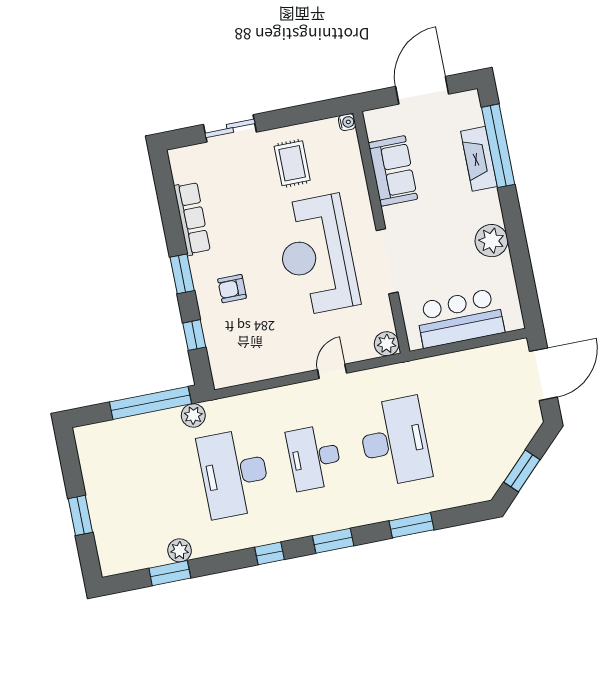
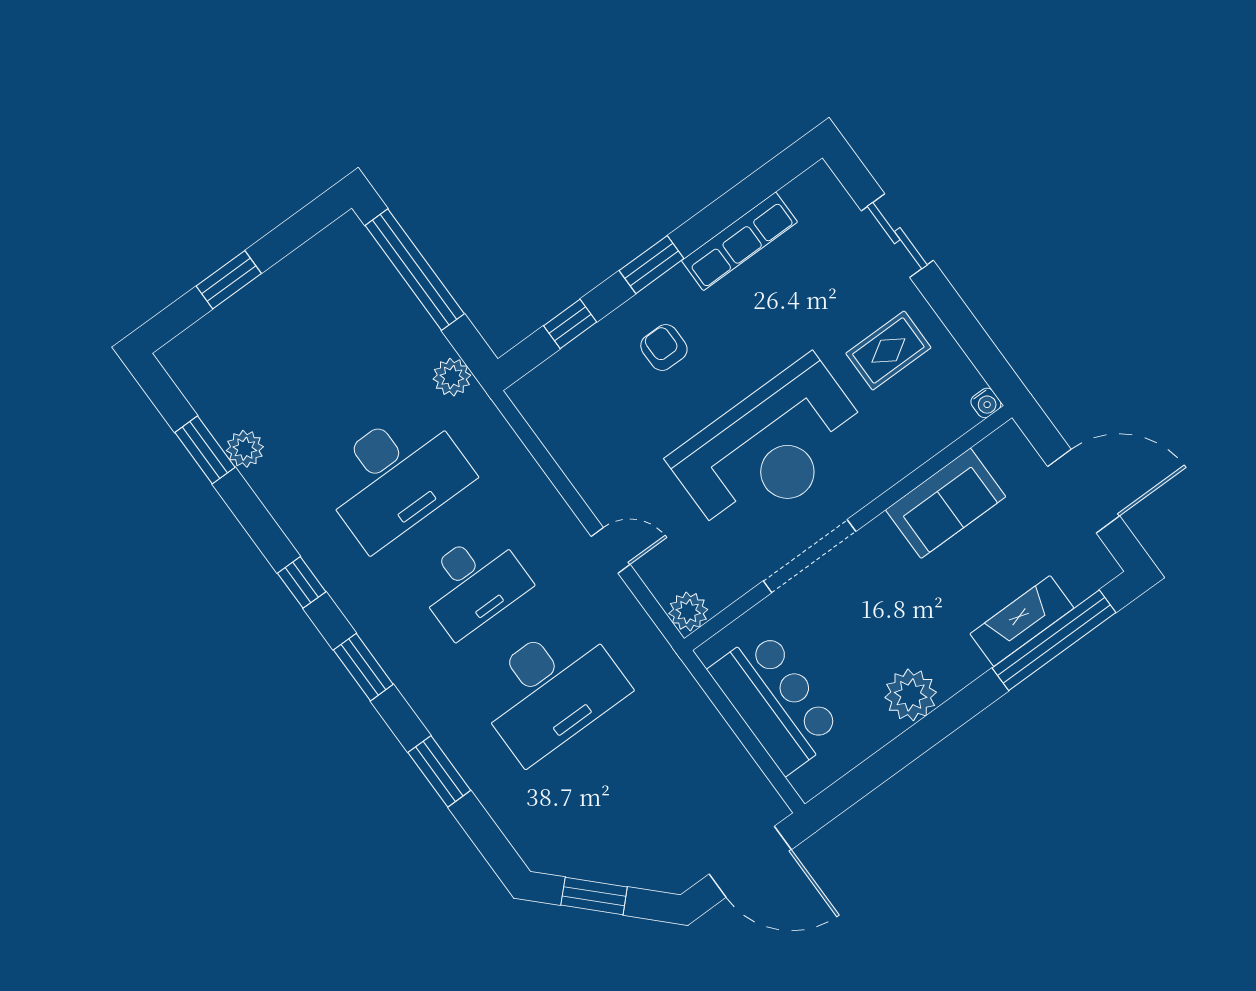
reception desk: (317, 255) -> (770, 449), turned 180
window: (151, 403) -> (415, 270), moved
desk: (314, 457) -> (473, 583), turned 180
desk: (234, 473) -> (395, 476), turned 180

